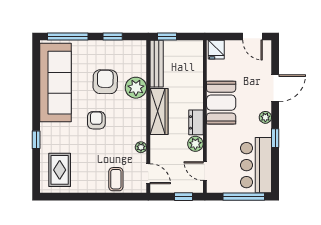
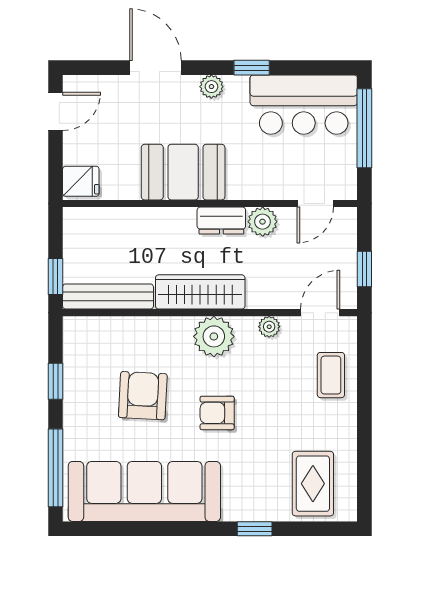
armchair: (105, 82) -> (143, 396), turned 92
plant: (136, 88) -> (214, 336), moved
rug: (60, 170) -> (313, 484), turned 90
coffee table: (116, 179) -> (331, 375), turned 90
window: (184, 197) -> (364, 269), moved

